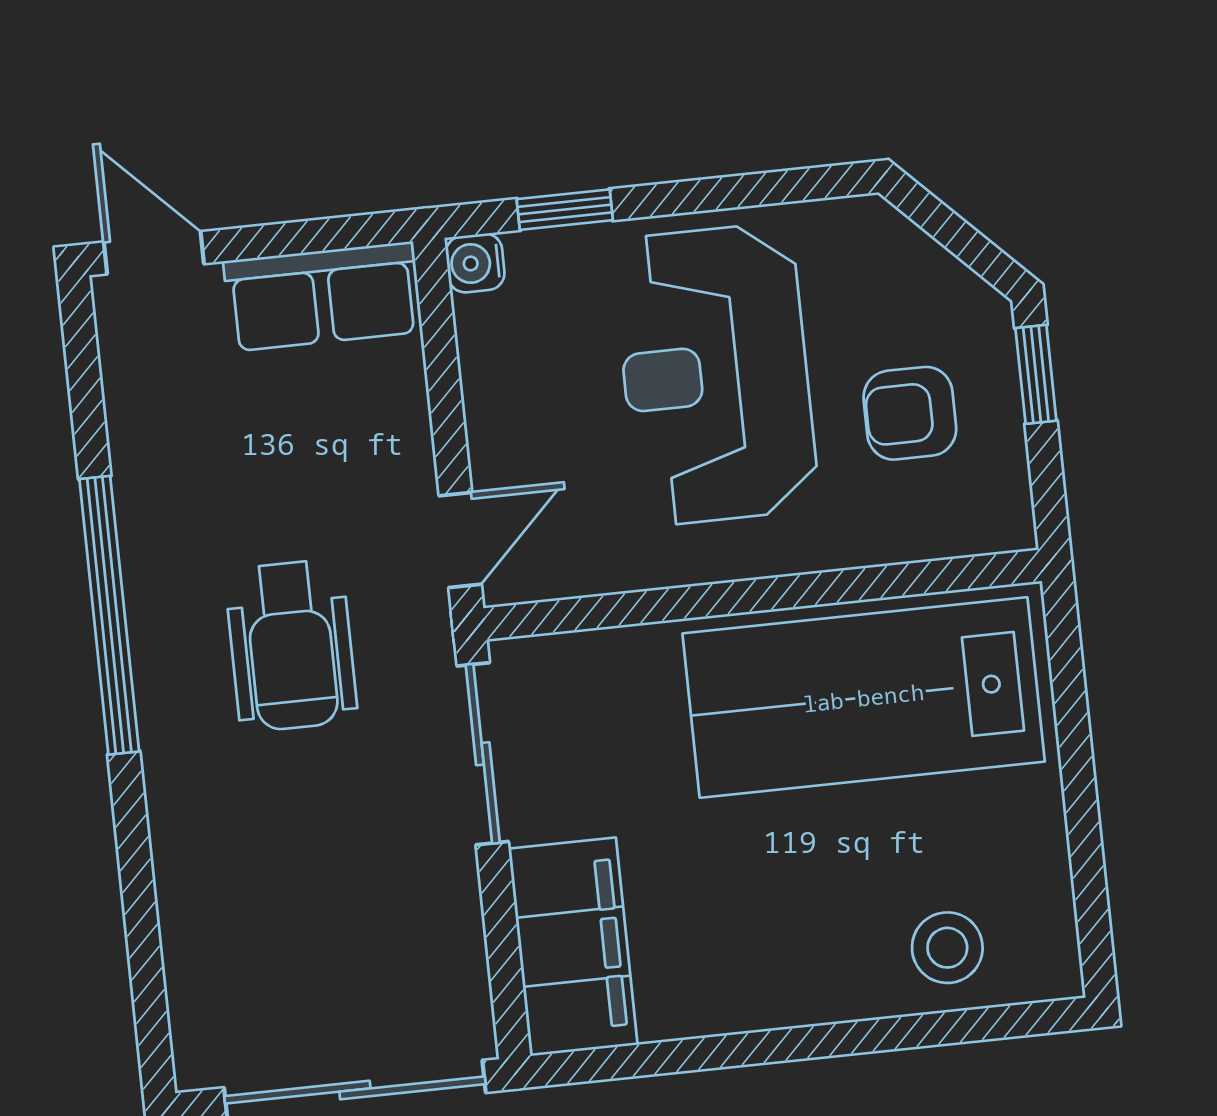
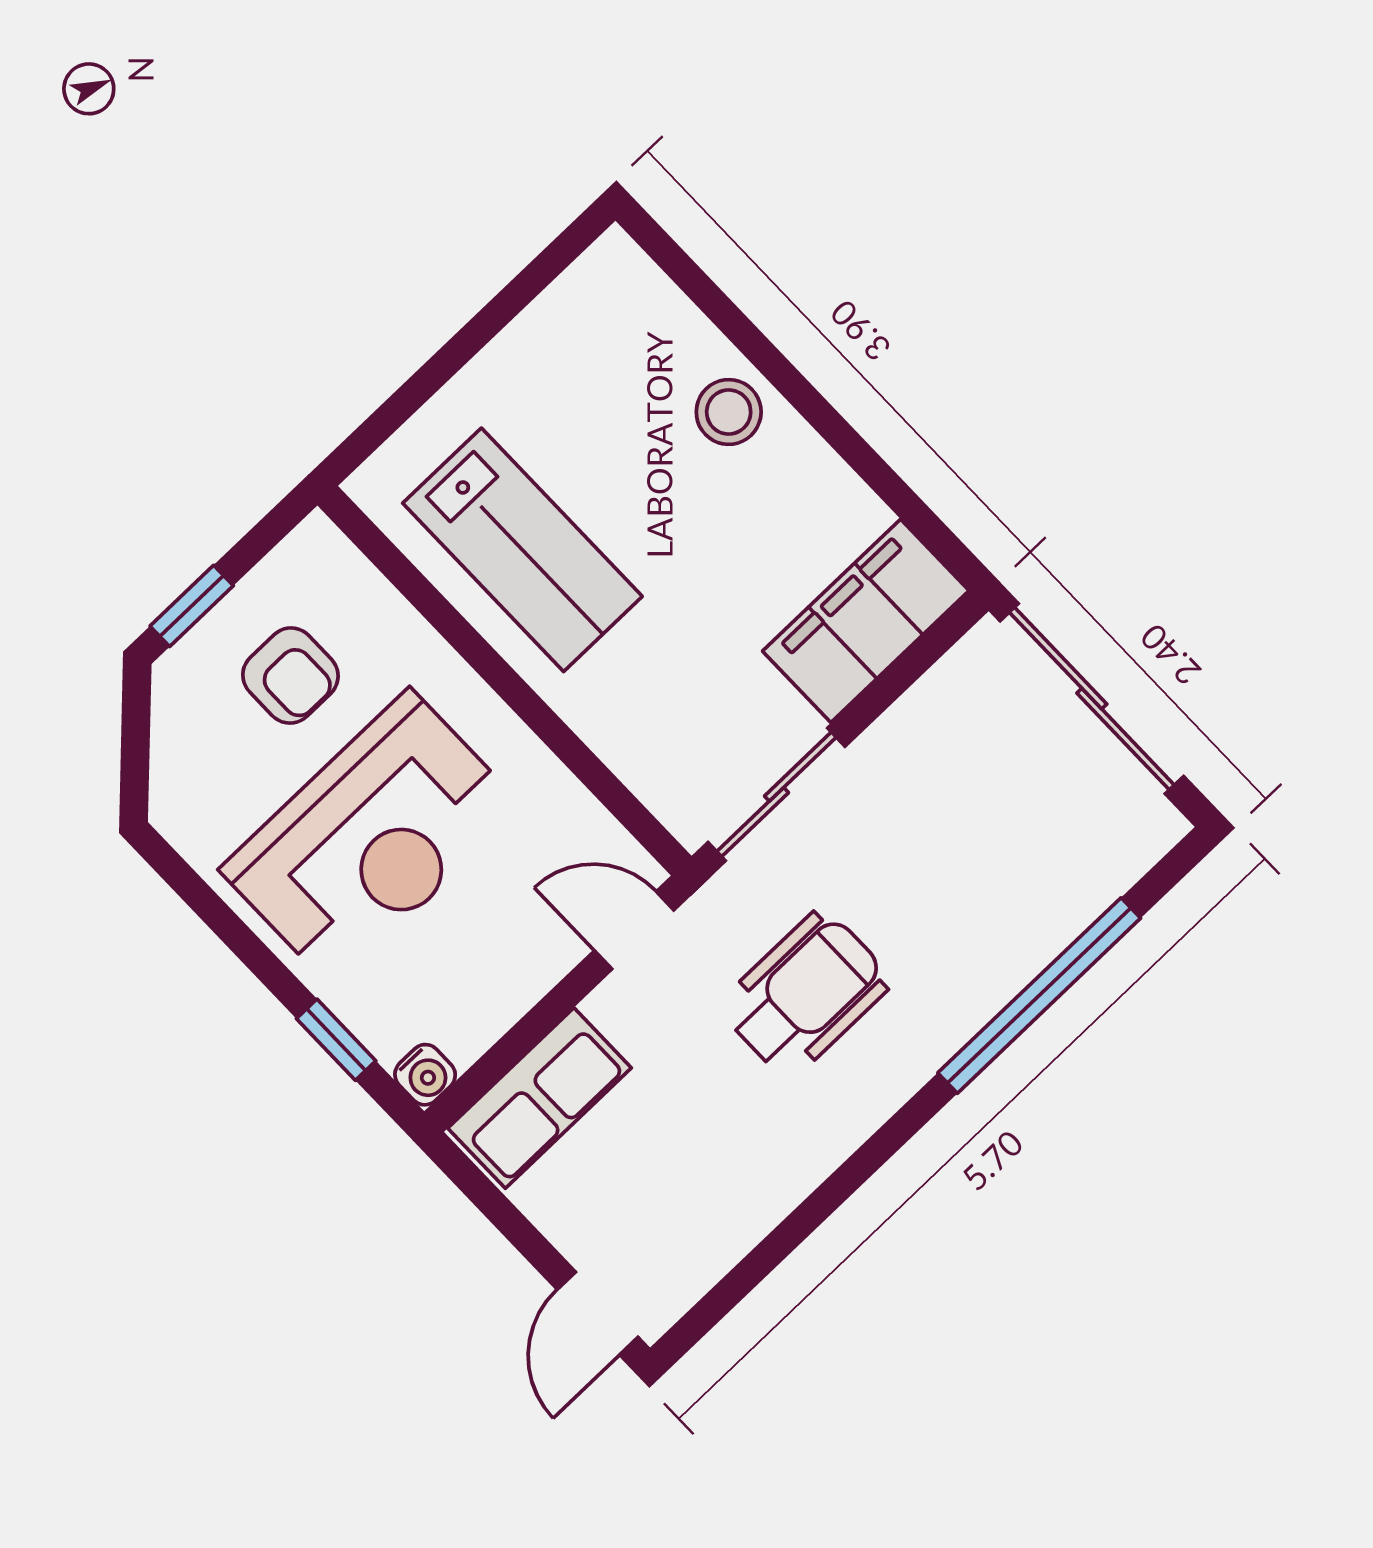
row of seats: (322, 296) -> (540, 1098), moved, turned 90
window: (109, 615) -> (1039, 996), moved
lab bench: (864, 698) -> (522, 550), width x0.73, depth x0.72
stool: (947, 948) -> (729, 412), moved

